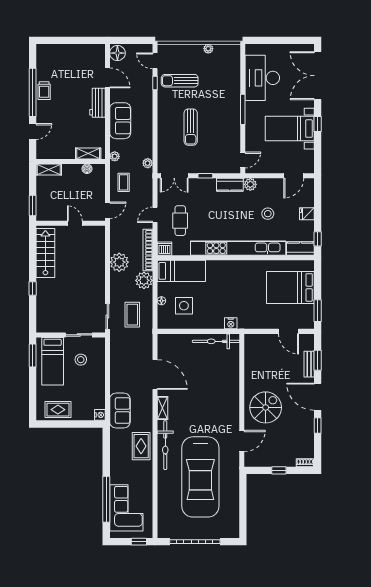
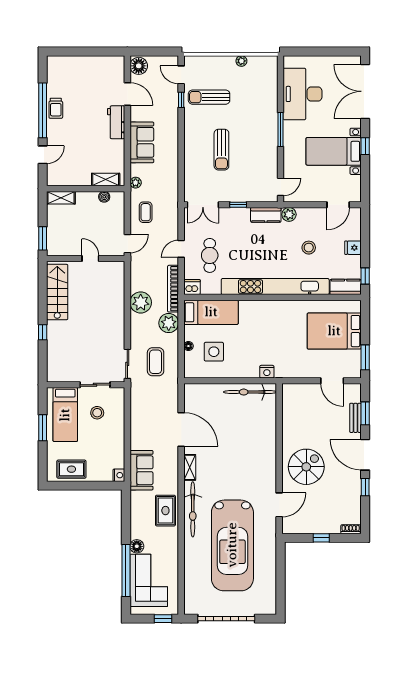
plant: (148, 163) -> (173, 190), removed
window: (33, 355) -> (43, 428), moved
floor lamp: (116, 478) -> (137, 546), added

